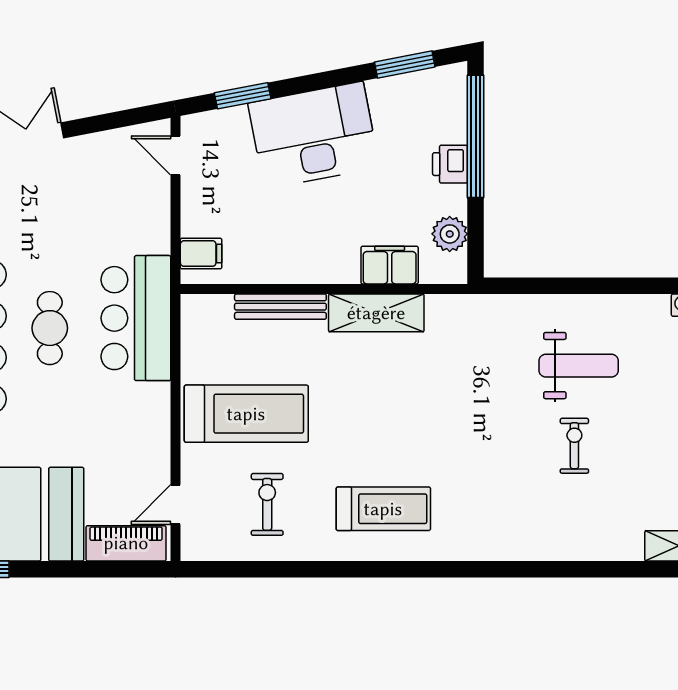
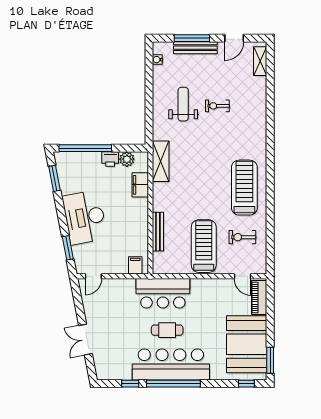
printer: (450, 164) -> (110, 159), moved
shelving: (376, 313) -> (161, 161), moved
treadmill: (383, 509) -> (244, 188), width x1.37, depth x1.38

